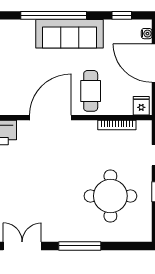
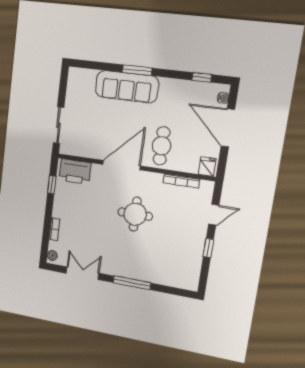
window: (54, 15) -> (137, 70), width x0.47
sofa: (70, 34) -> (127, 87), moved
round table: (110, 196) -> (135, 214), moved, width x0.73, depth x0.73

